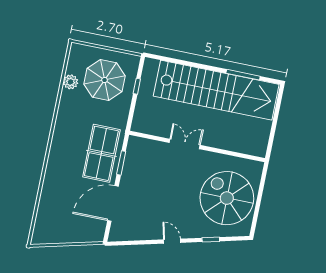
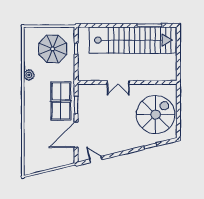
plant: (70, 82) -> (29, 75), moved
double door: (185, 144) -> (118, 82), swing flipped
spiral stairs: (227, 198) -> (156, 115), turned 90
door: (172, 241) -> (96, 159), moved

